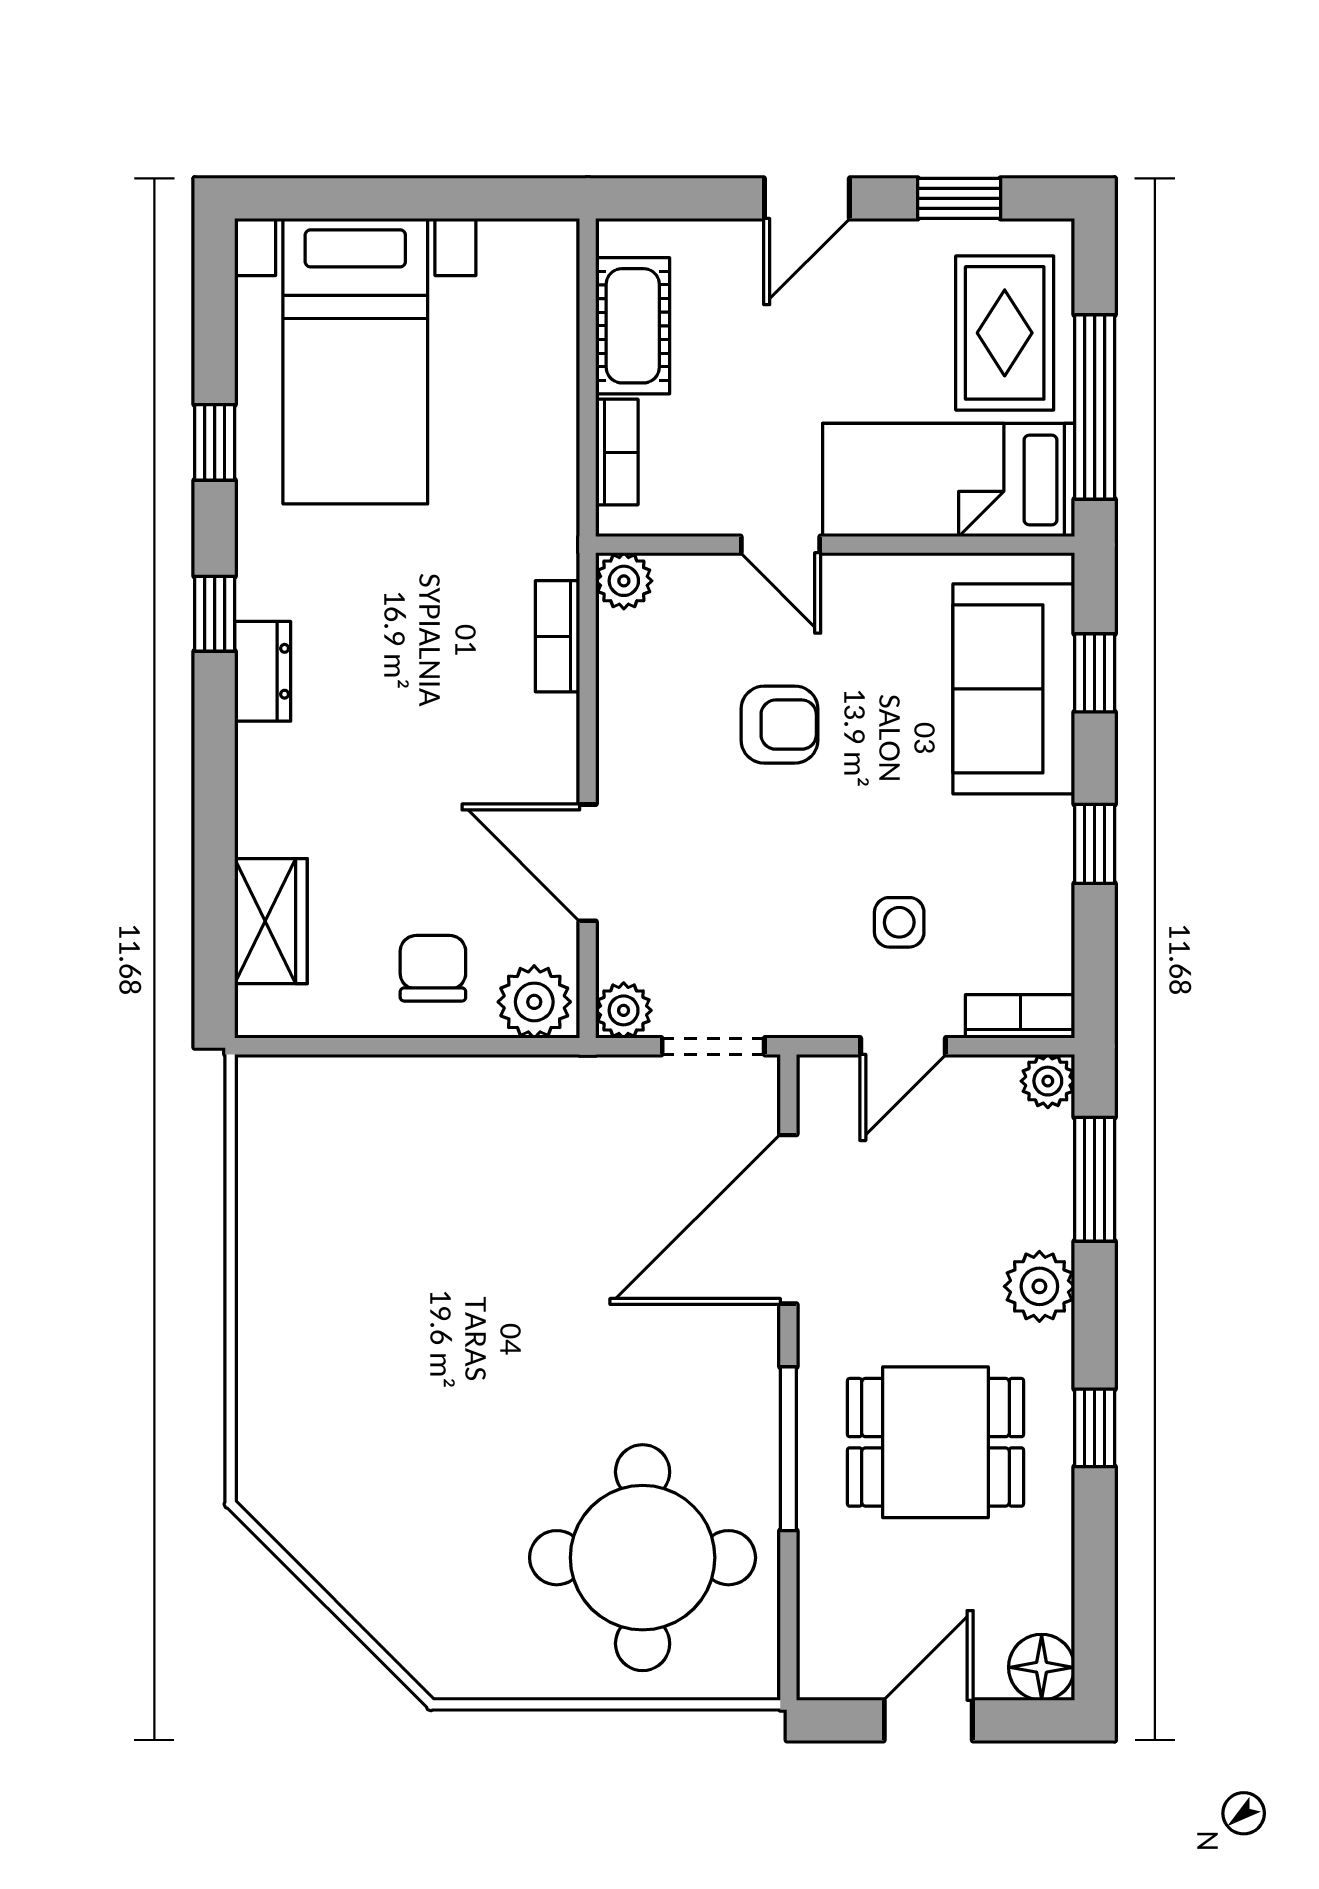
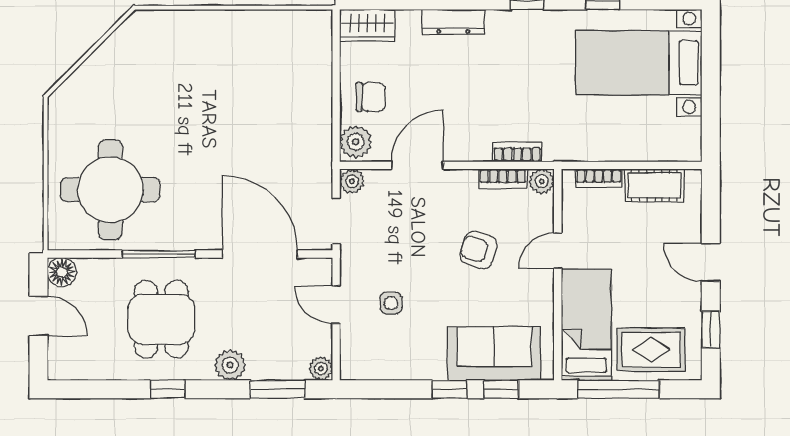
dresser: (263, 671) -> (453, 22), moved, width x1.44
armchair: (779, 725) -> (478, 250), turned 108
window: (1095, 844) -> (450, 389), moved
wardrobe: (271, 921) -> (367, 25), moved
bookcase: (1020, 1016) -> (503, 179), moved, turned 90
floor lamp: (1042, 1667) -> (62, 272), moved

